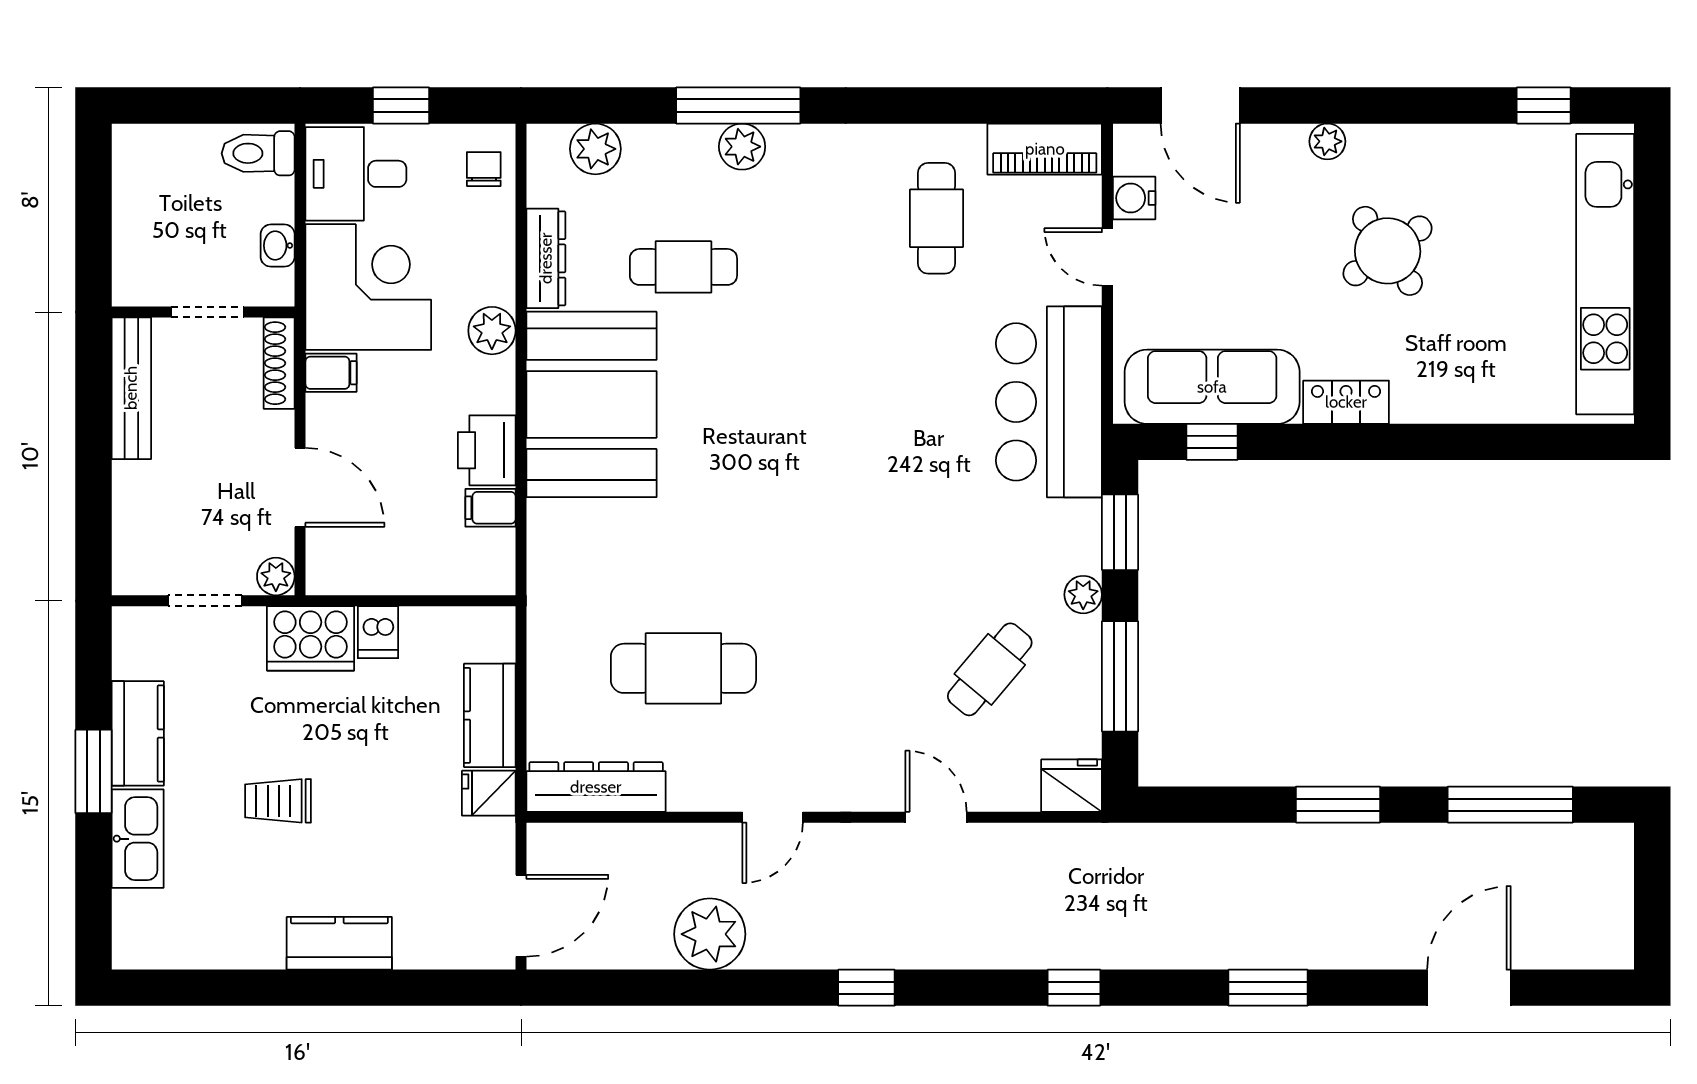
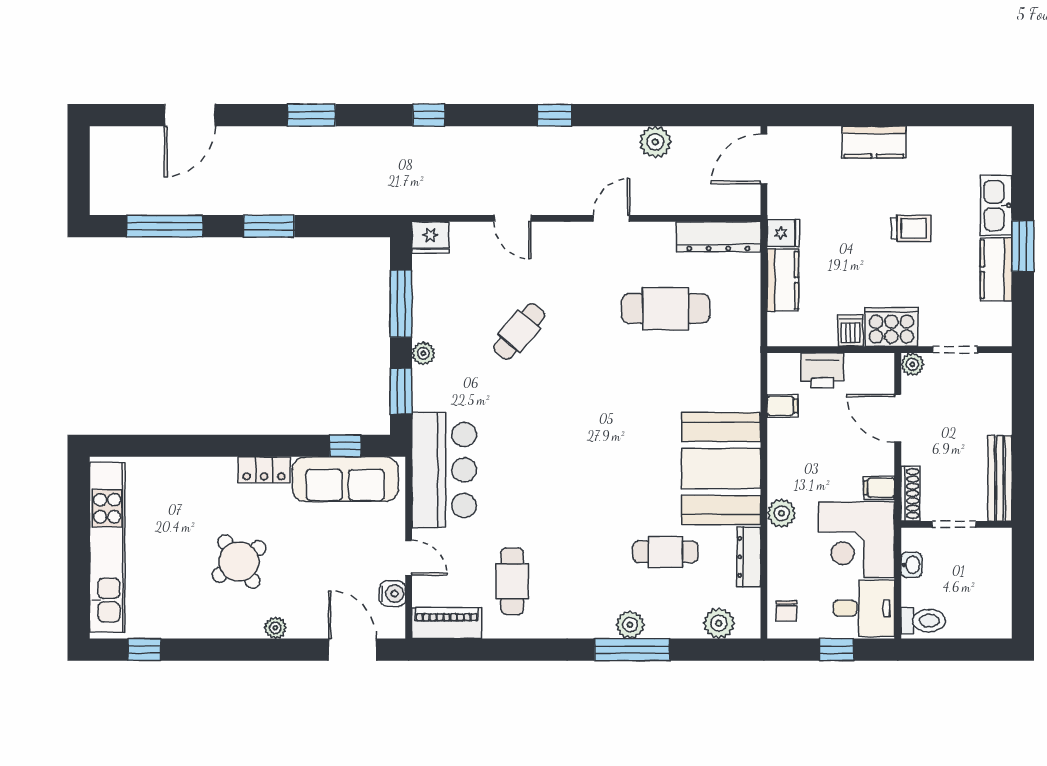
printer: (487, 450) -> (822, 370), moved, turned 90
cafe table: (990, 669) -> (519, 331), moved
plant: (710, 934) -> (655, 142), width x0.73, depth x0.73

